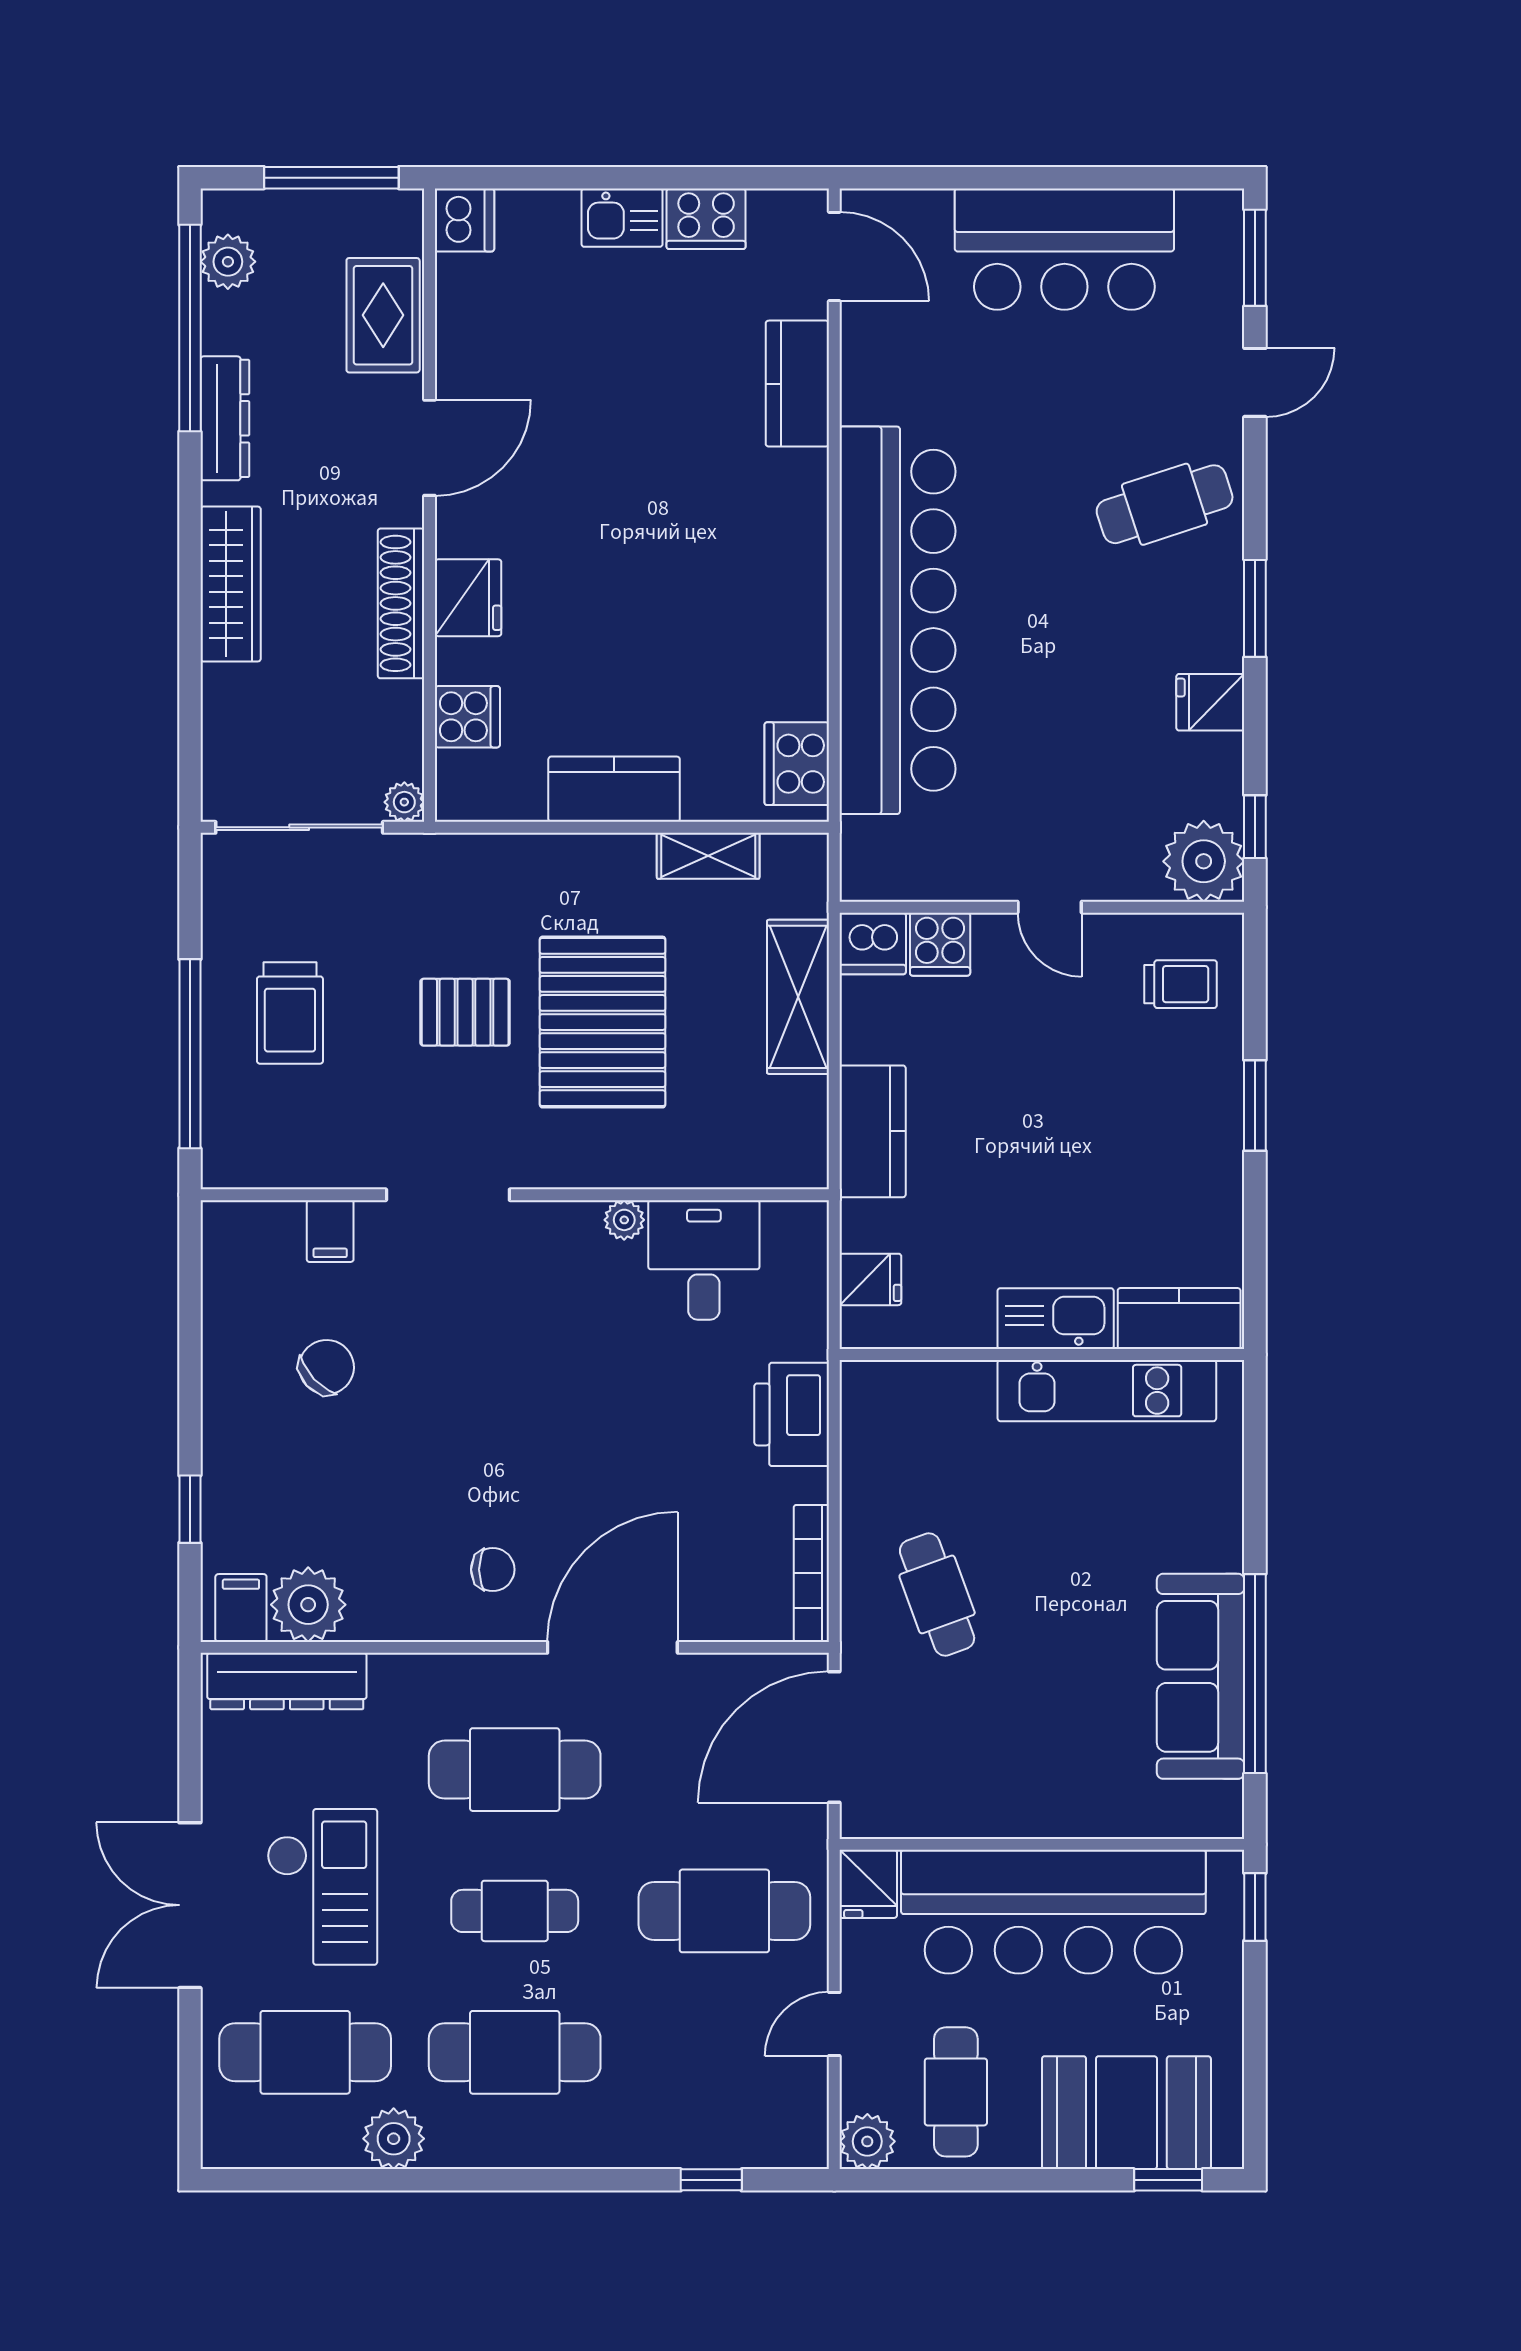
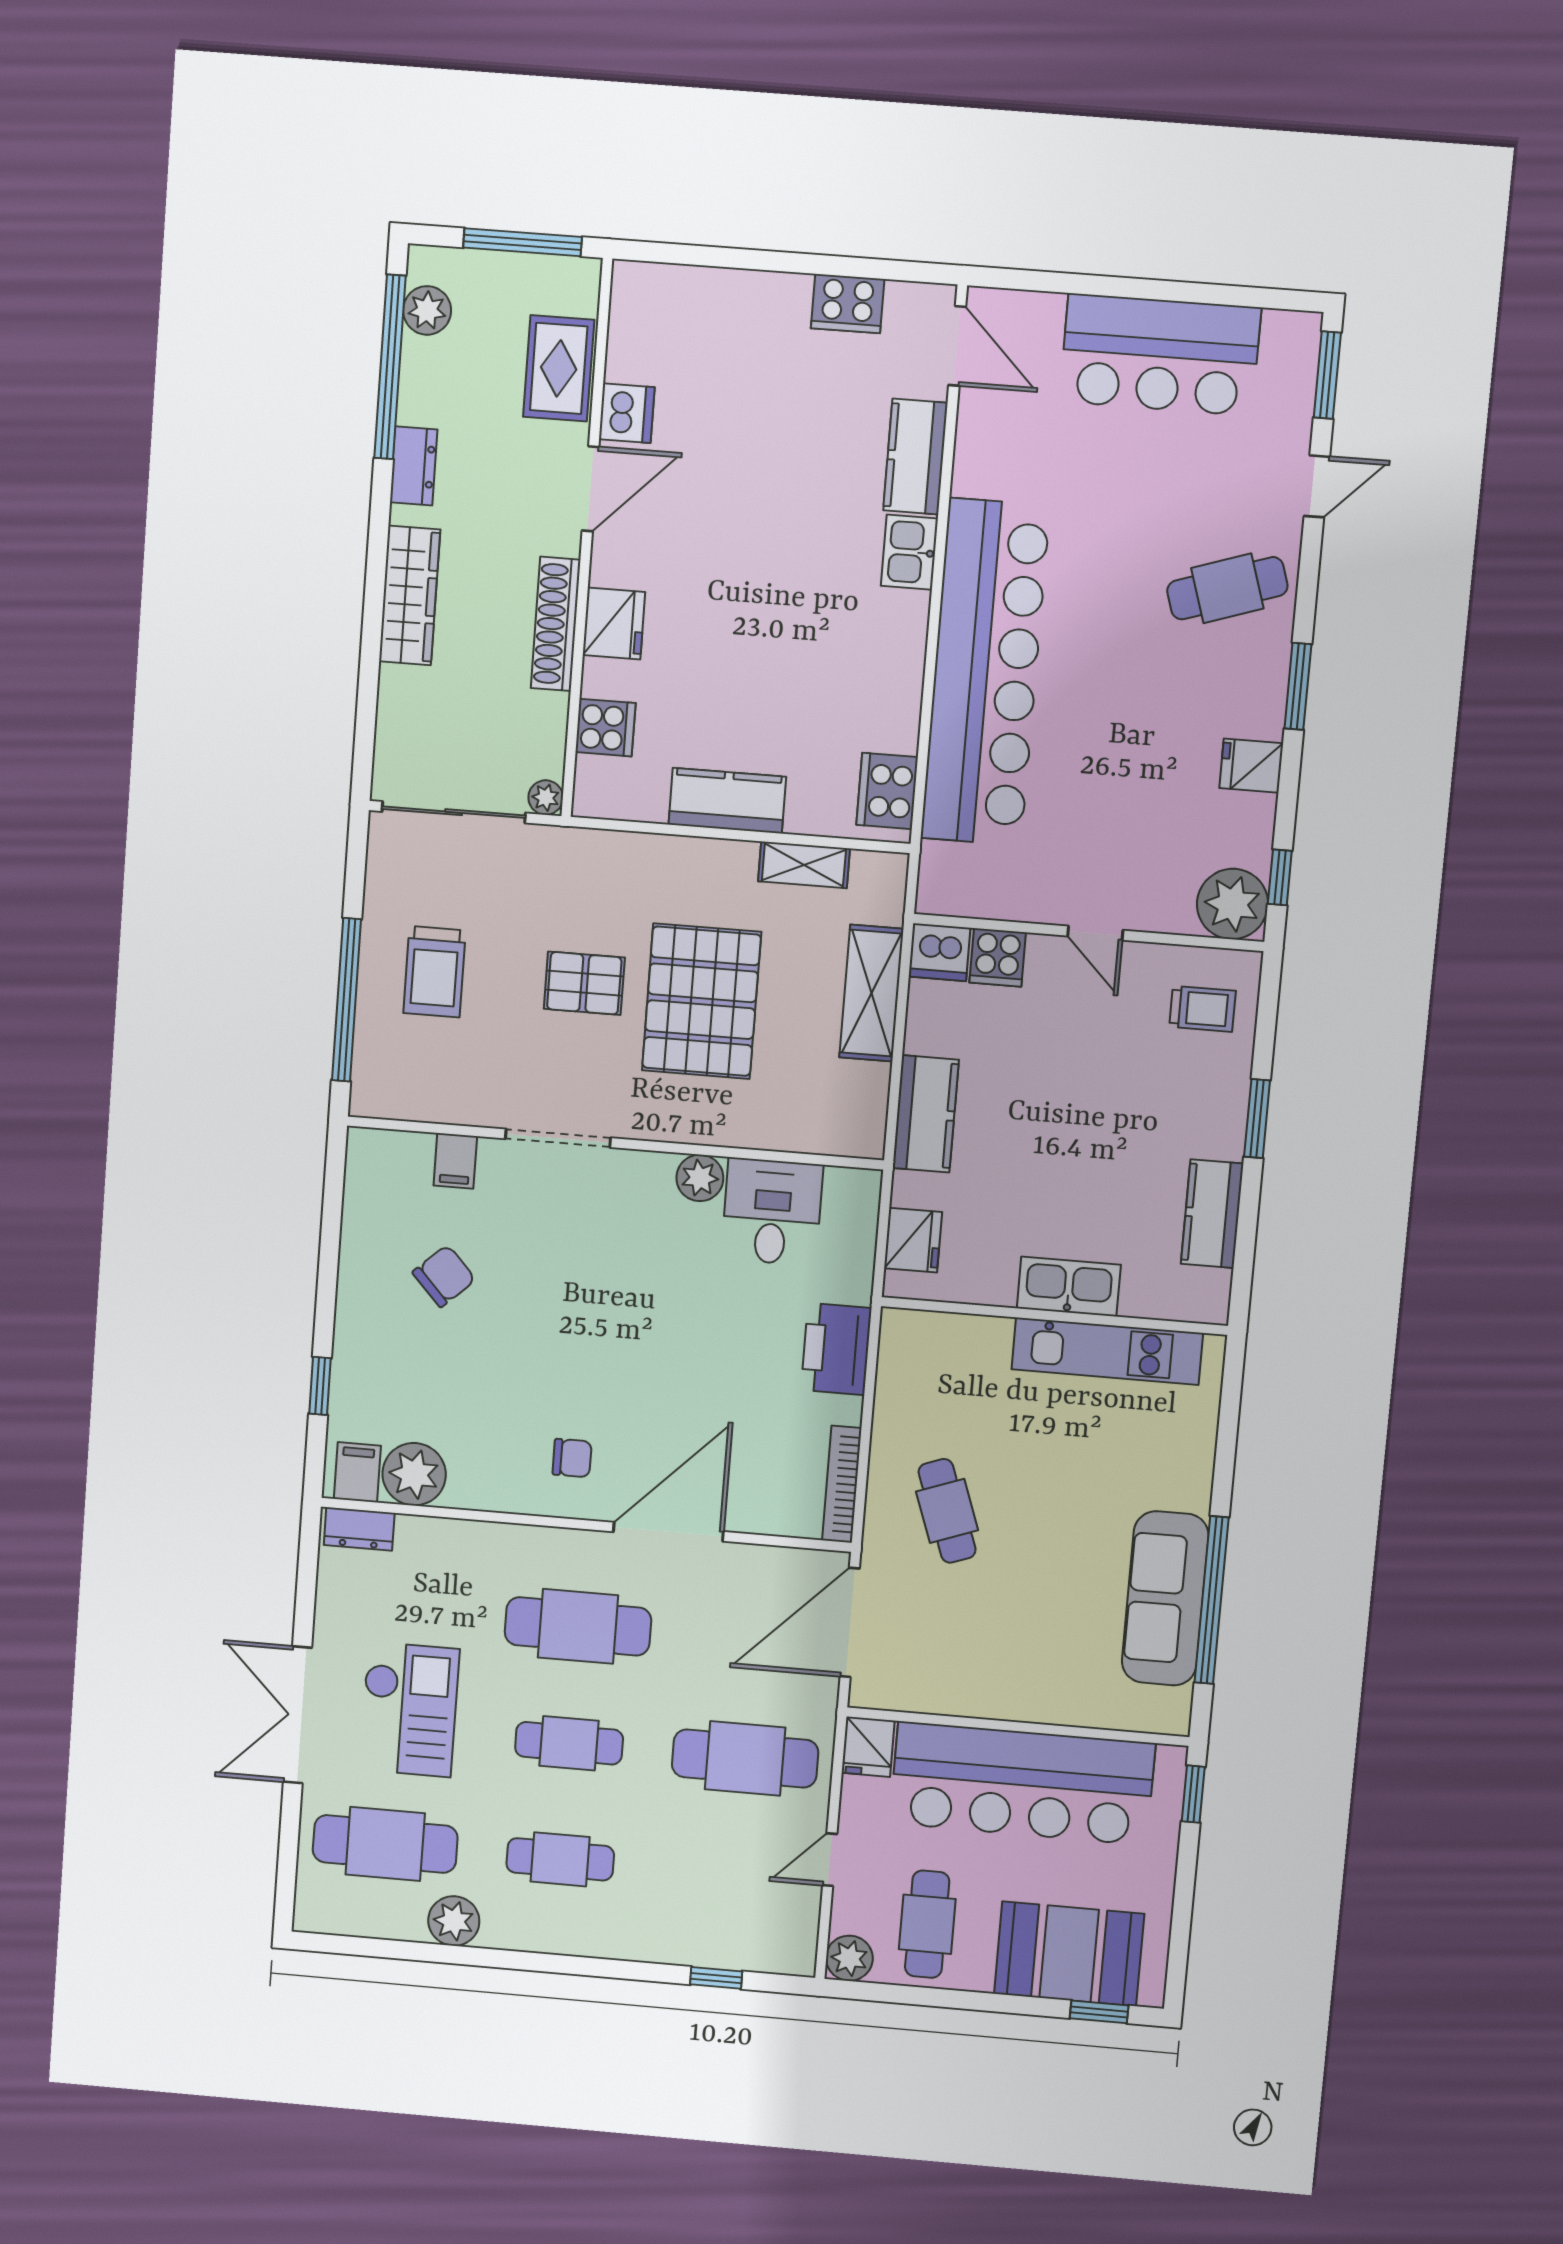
kitchen sink: (622, 218) -> (909, 552), moved, turned 90
dishwasher: (464, 220) -> (627, 413), moved
dresser: (225, 418) -> (414, 466), width x0.70
plant: (624, 1220) -> (700, 1178), width x1.38, depth x1.38
fridge: (870, 1279) -> (913, 1240), width x1.38
kitchen counter: (1179, 1319) -> (1212, 1214), moved, turned -90
dresser: (287, 1681) -> (359, 1529), width x0.51, depth x0.80
cafe table: (515, 2052) -> (560, 1859), width x0.73, depth x0.74

